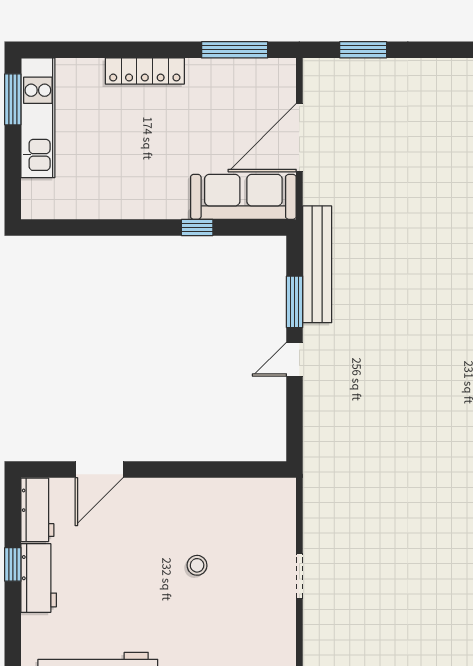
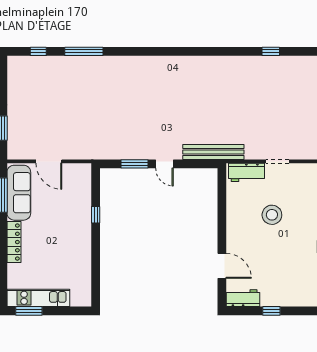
door: (299, 138) -> (49, 161), width x0.73
sofa: (243, 197) -> (19, 193), moved, turned 180
bench: (317, 264) -> (213, 152), moved
stool: (197, 565) -> (272, 215), width x1.89, depth x1.89
workbench: (39, 578) -> (246, 172), moved, turned 180

